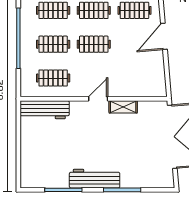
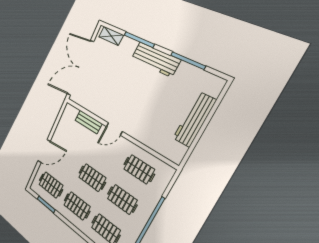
bench: (130, 91) -> (88, 122), added
shelving: (123, 107) -> (111, 36), moved
workbench: (45, 110) -> (194, 119), moved, turned -90

